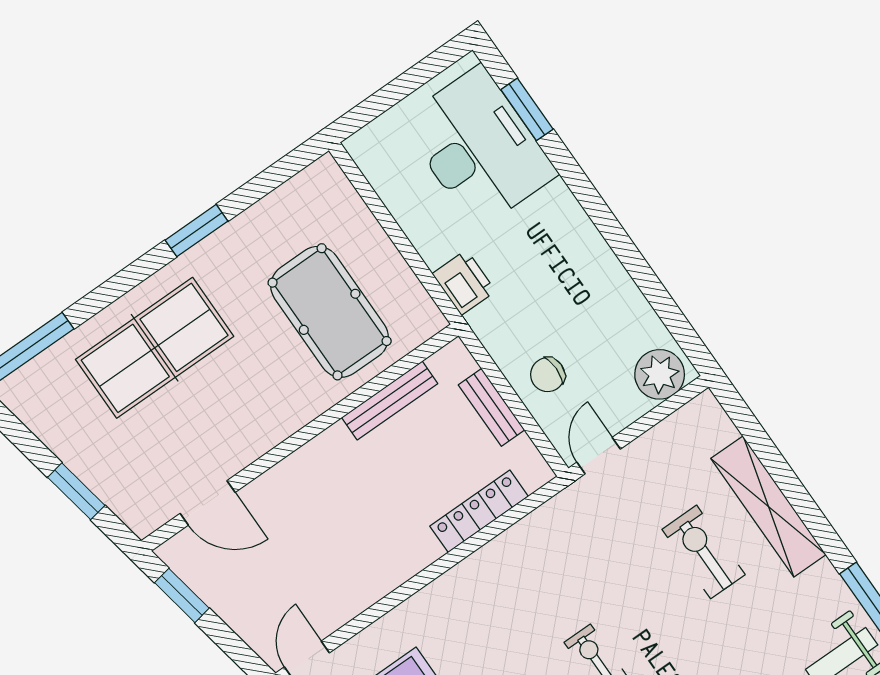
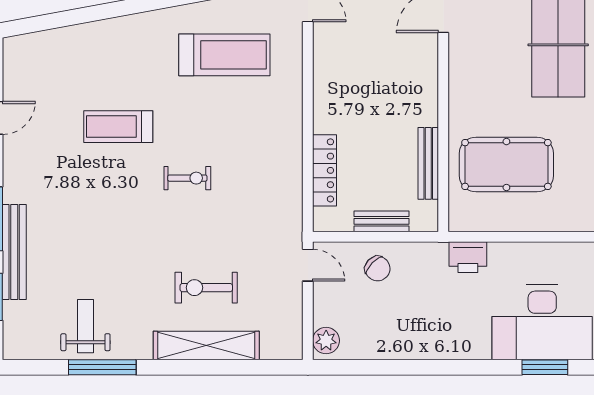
plant: (660, 374) -> (326, 341), width x0.73, depth x0.73
chair: (548, 375) -> (378, 269), turned 134
exercise bike: (704, 552) -> (206, 288), turned 180

